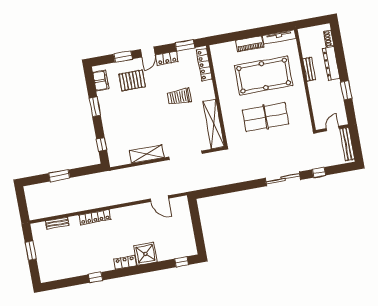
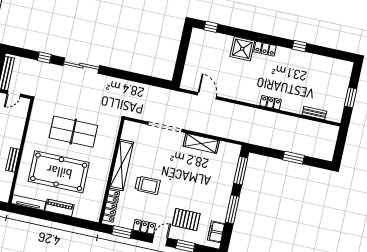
window: (95, 107) -> (232, 209), width x1.44
shelving: (214, 124) -> (121, 165), moved
window: (102, 144) -> (241, 171), width x2.17
locker: (95, 217) -> (271, 103), width x0.66

